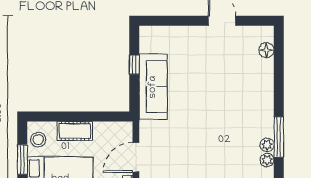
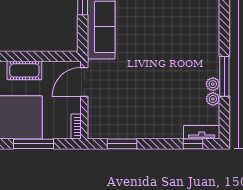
door: (136, 157) -> (84, 82), moved

